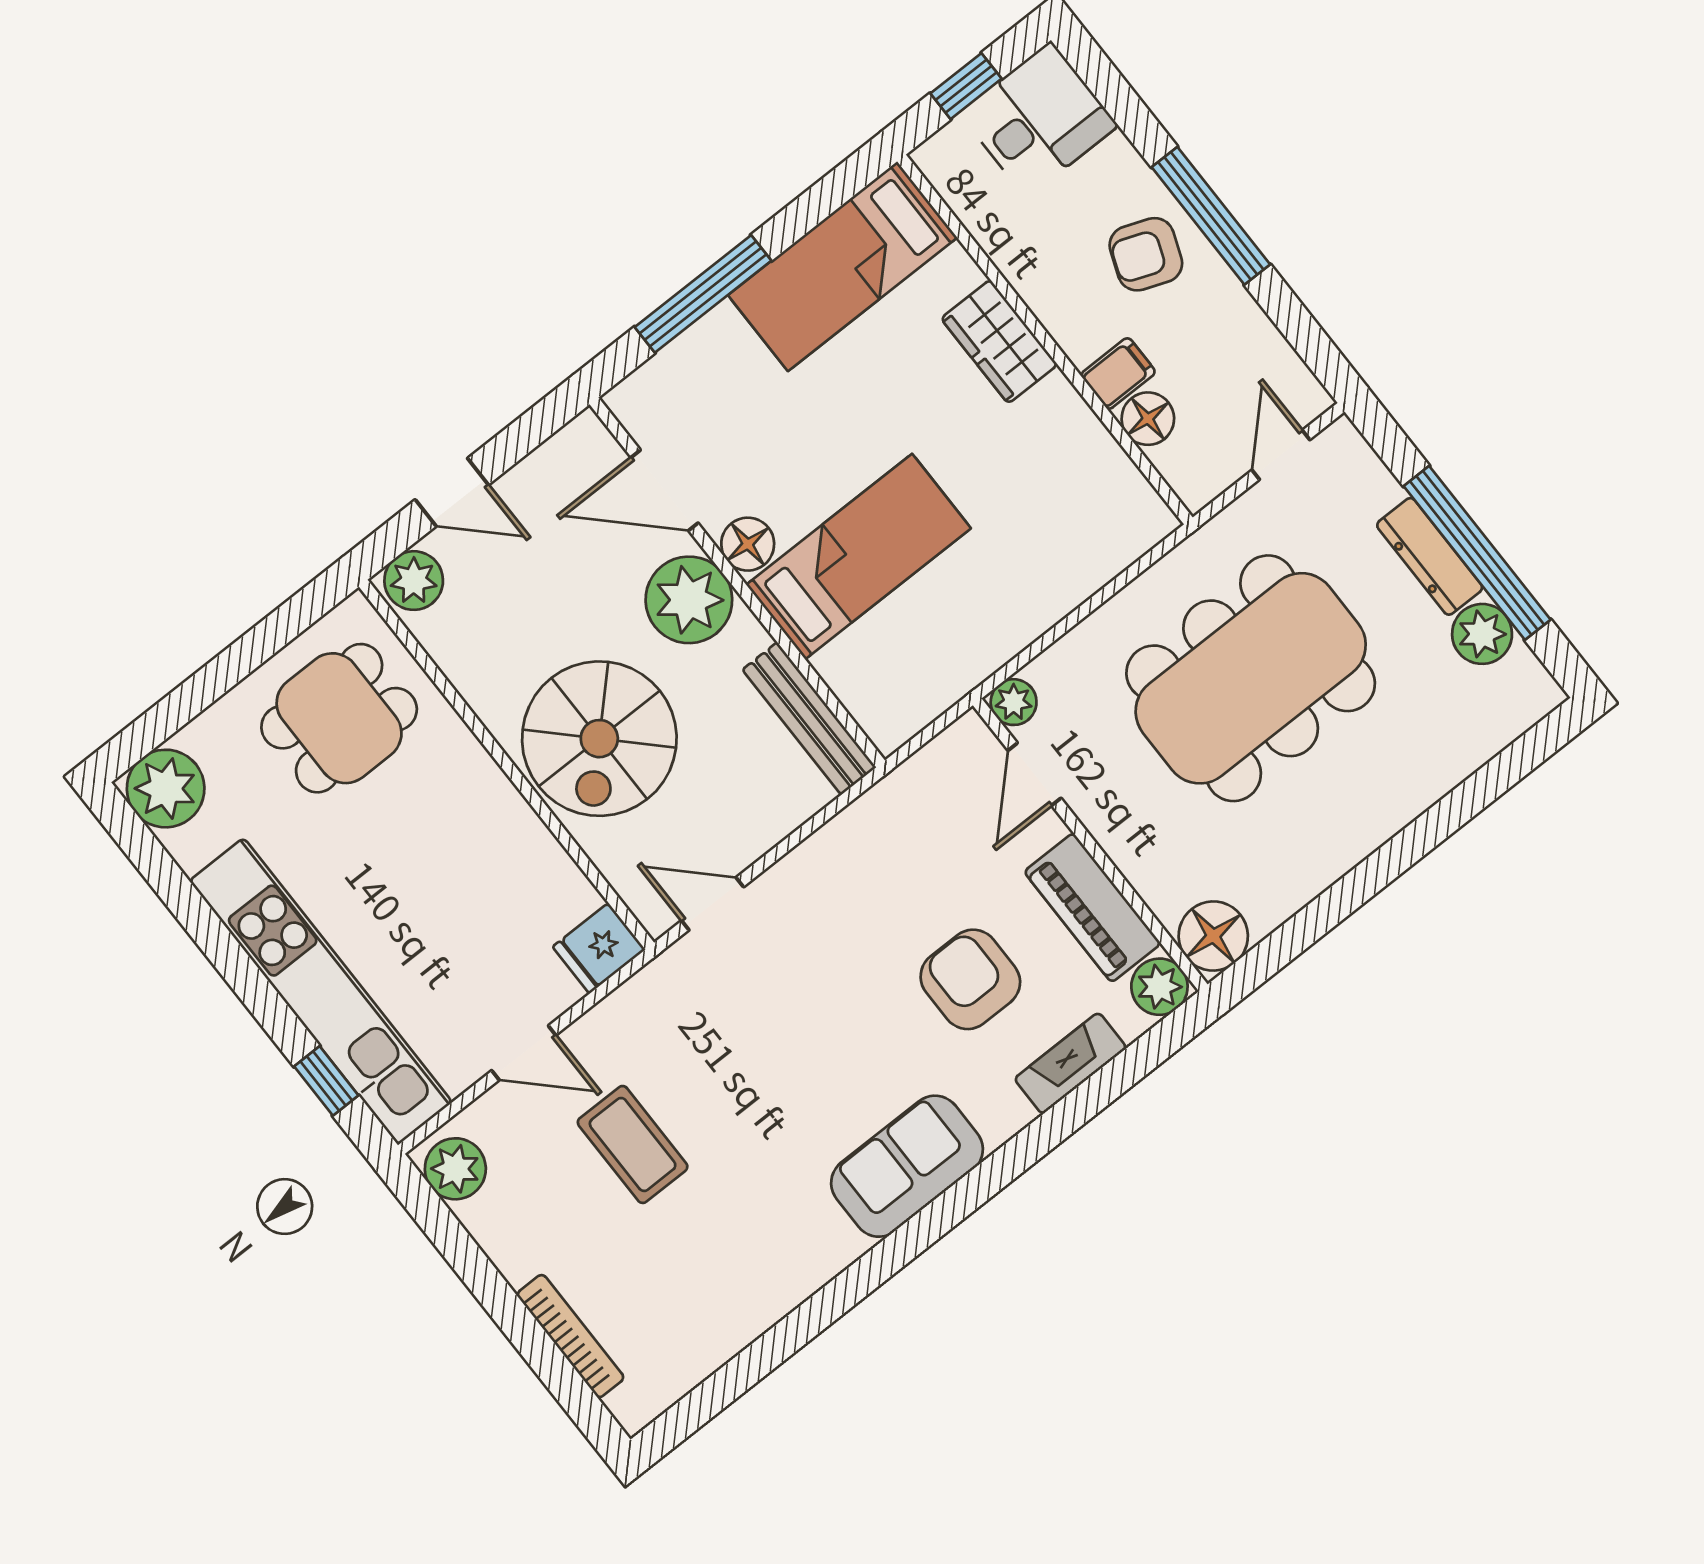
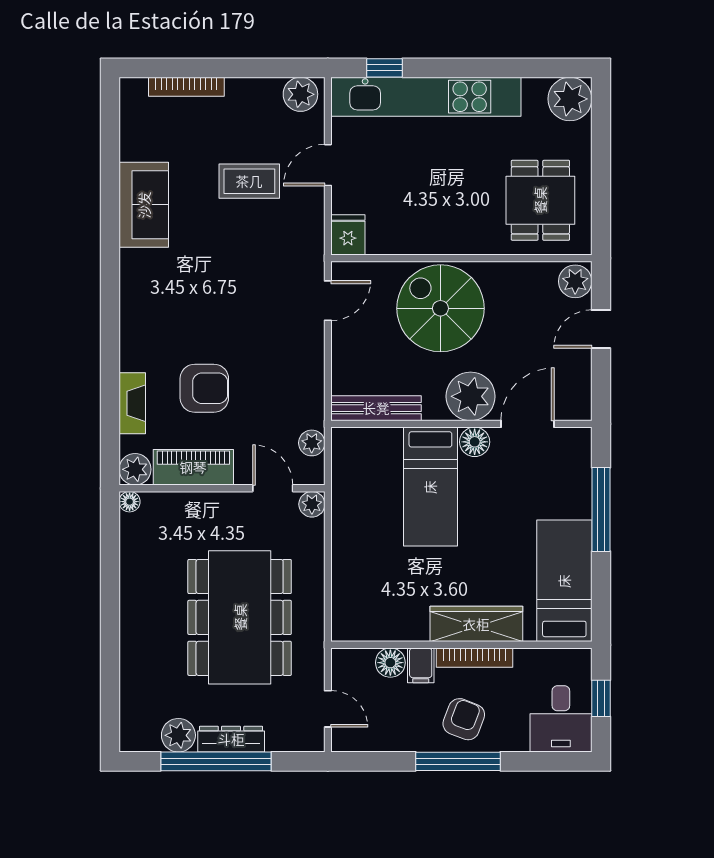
bookcase: (1048, 307) -> (474, 658), added
wardrobe: (999, 342) -> (476, 624), width x1.50
plant: (928, 770) -> (312, 443), added
floor lamp: (1213, 936) -> (130, 502), width x0.53, depth x0.53
sofa: (907, 1166) -> (144, 205), moved

